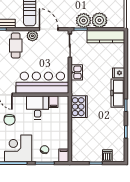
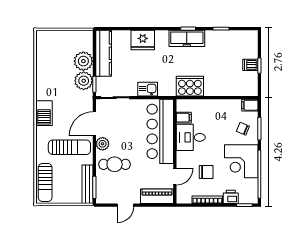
fridge: (119, 73) -> (143, 40), width x1.88, depth x1.34
freezer: (118, 93) -> (187, 38), moved
dishwasher: (107, 156) -> (250, 65), moved

